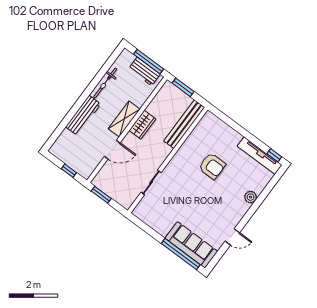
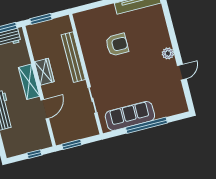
bench: (184, 124) -> (73, 57), moved
plant: (251, 197) -> (168, 53), moved
sofa: (191, 245) -> (130, 116), moved
window: (181, 254) -> (146, 125), moved

